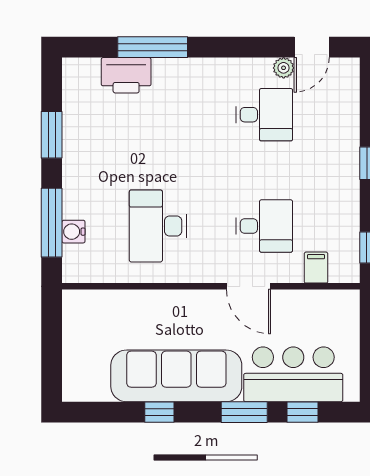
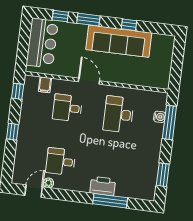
printer: (126, 75) -> (103, 186), moved
window: (52, 135) -> (163, 175), moved
desk: (158, 226) -> (119, 114), turned 180
door: (249, 286) -> (89, 81), moved
bar counter: (293, 374) -> (42, 43), moved, turned -90

